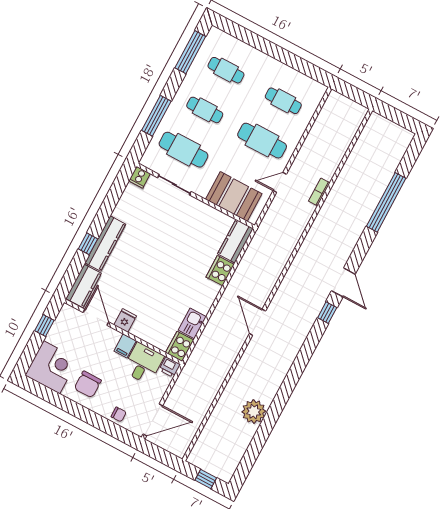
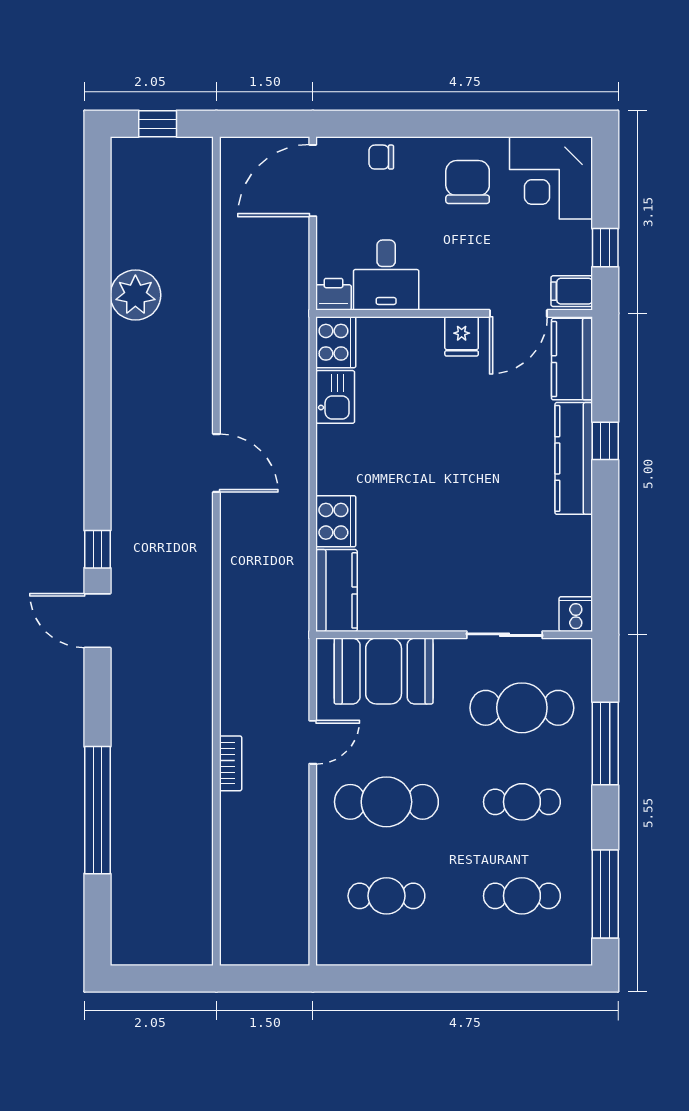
door: (96, 317) -> (518, 313), hinge flipped
filing cabinet: (125, 346) -> (572, 291), moved, turned -90

